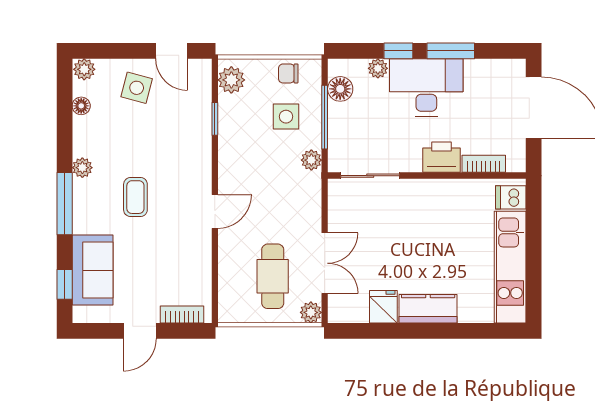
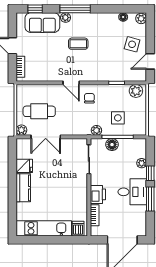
chair: (288, 73) -> (89, 98), moved
desk: (426, 87) -> (132, 192), width x0.73
floor lamp: (340, 89) -> (112, 145), moved
plant: (82, 168) -> (66, 18), moved

